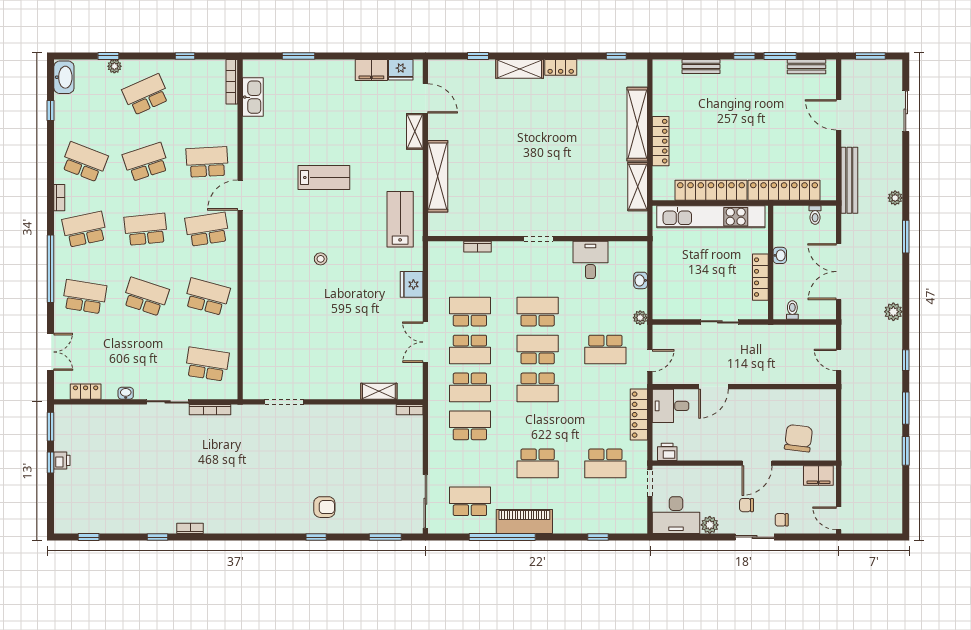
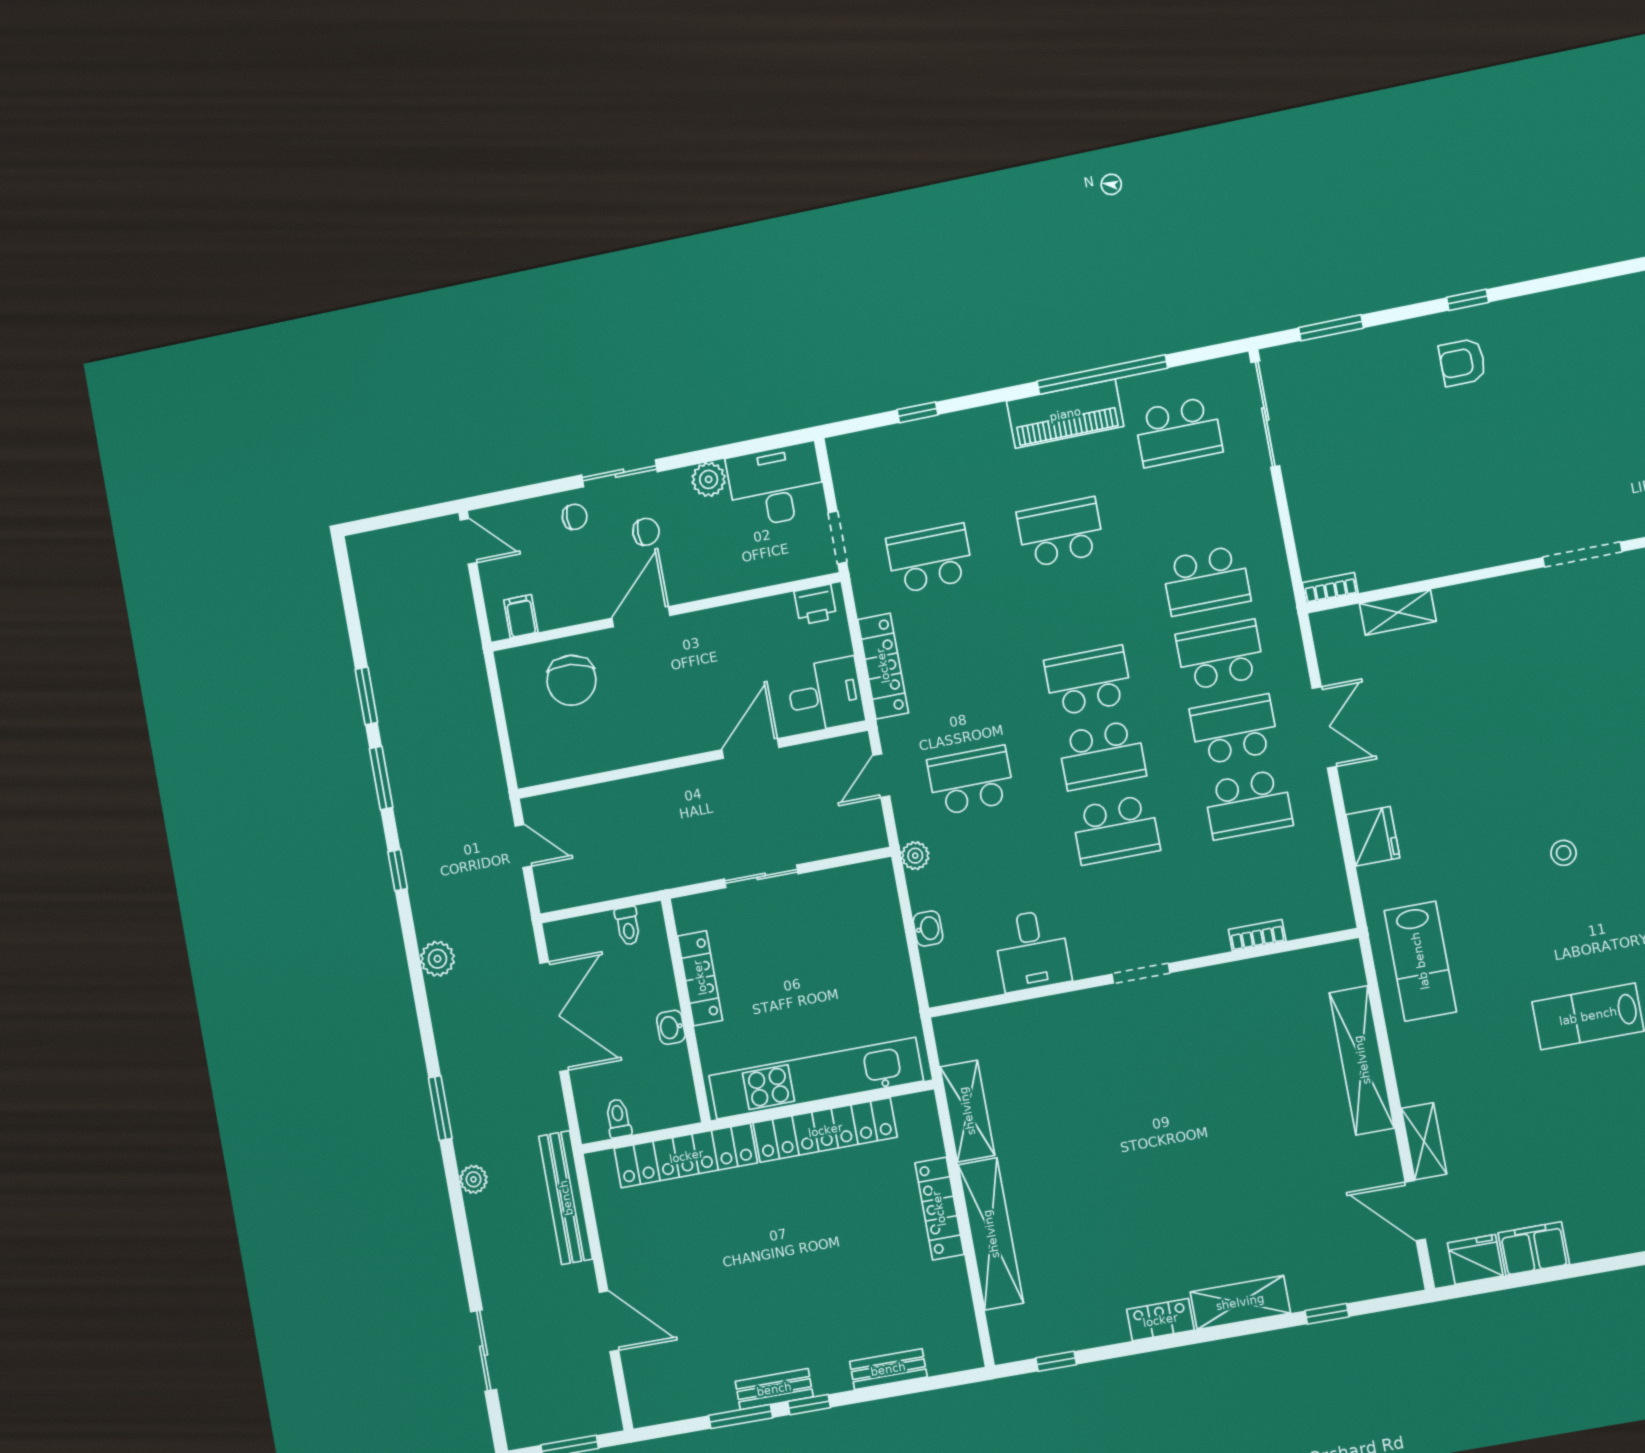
bench: (806, 67) -> (774, 1389), moved
filing cabinet: (818, 475) -> (521, 616), width x0.50

